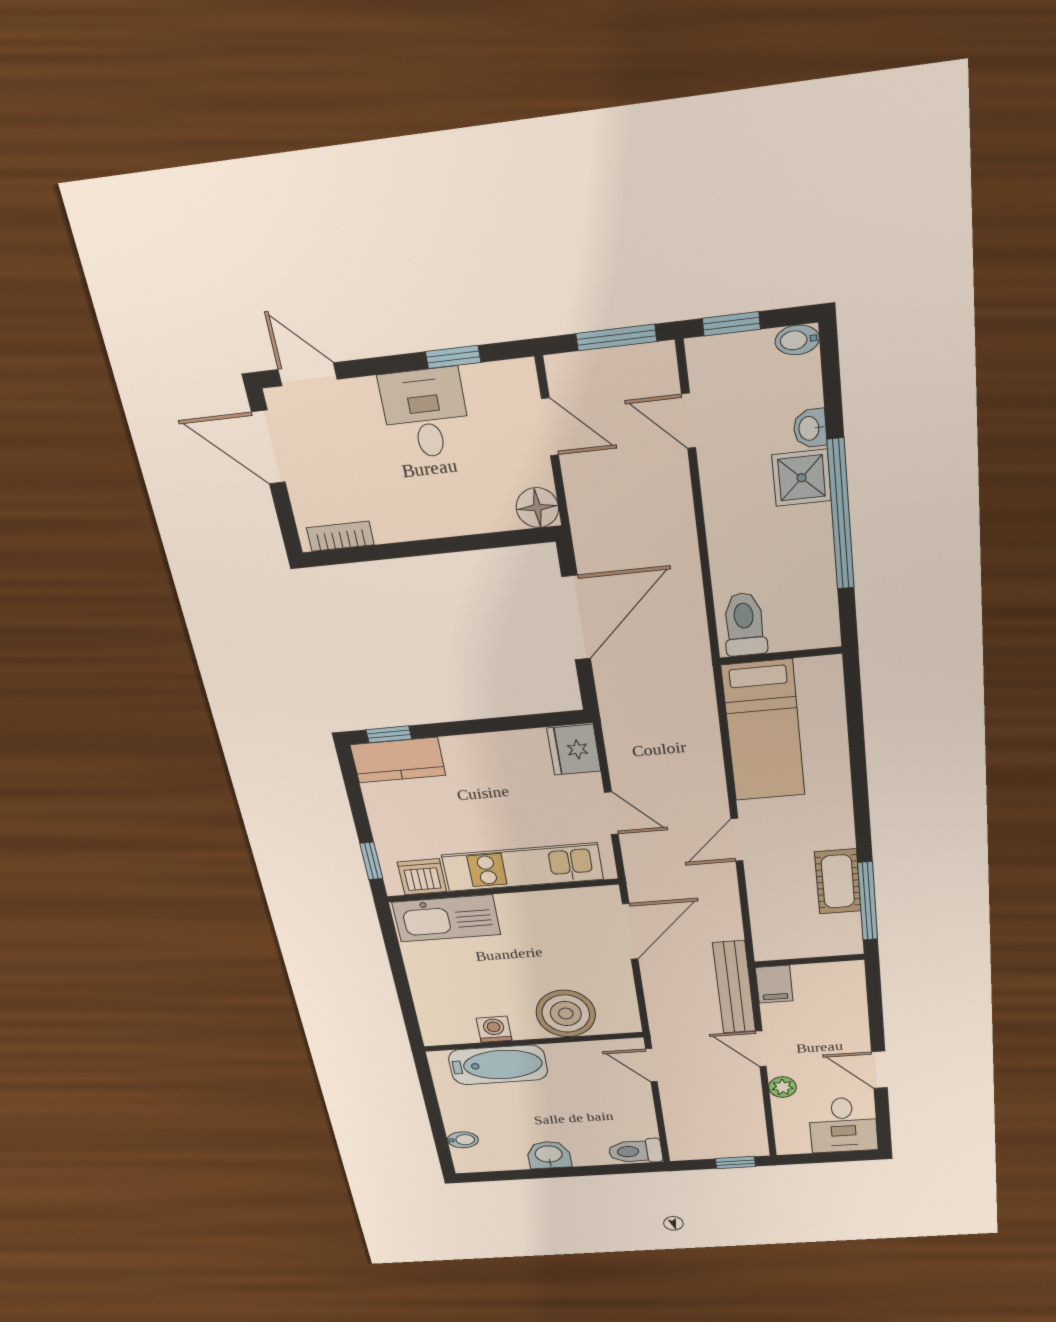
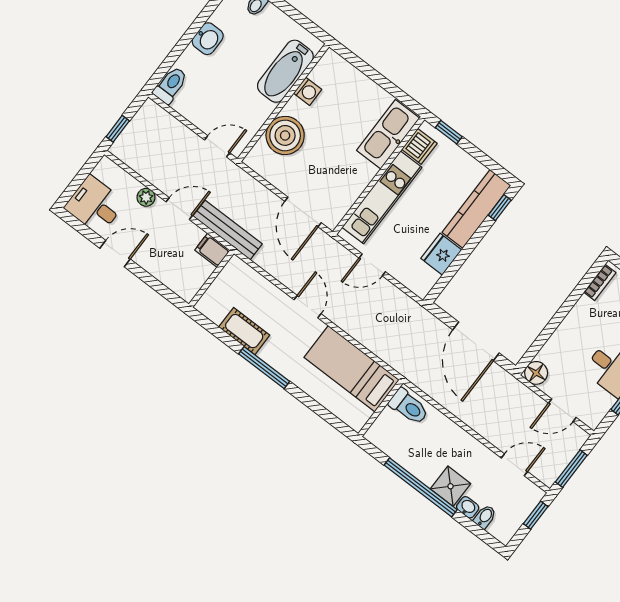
bidet: (797, 340) -> (485, 517), moved
fridge: (574, 750) -> (441, 254), moved, turned -90
kitchen counter: (398, 760) -> (476, 209), width x1.50
window: (868, 901) -> (264, 368), moved

